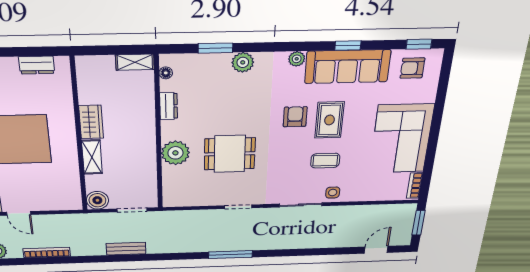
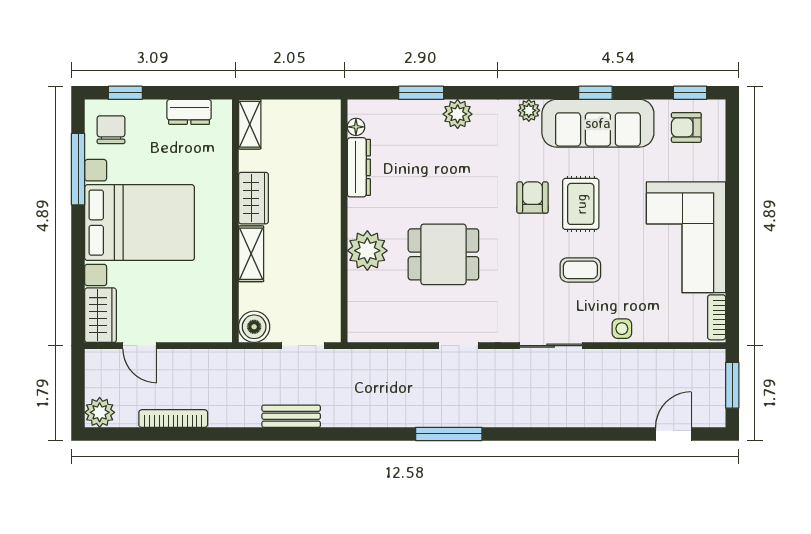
shelving: (135, 62) -> (250, 124), moved, turned 90
dresser: (169, 106) -> (359, 167), width x1.44
side table: (333, 193) -> (622, 329), moved

